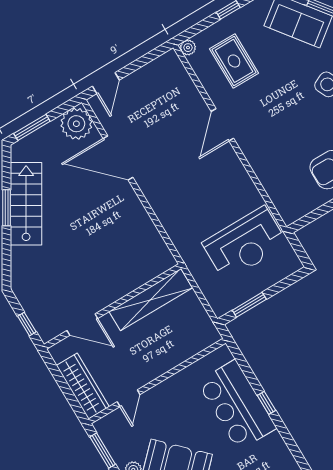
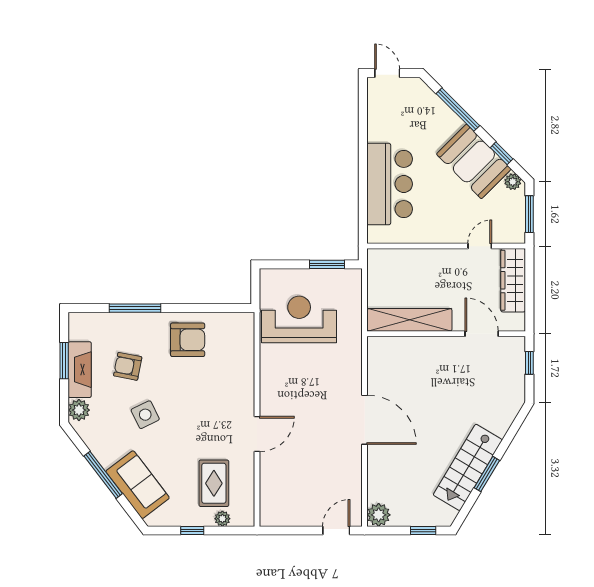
plant: (188, 48) -> (222, 519), moved
plant: (76, 124) -> (379, 515), width x0.73, depth x0.73
window: (32, 127) -> (423, 530), width x0.67
door: (118, 158) -> (365, 420), moved
window: (266, 403) -> (363, 171), removed

